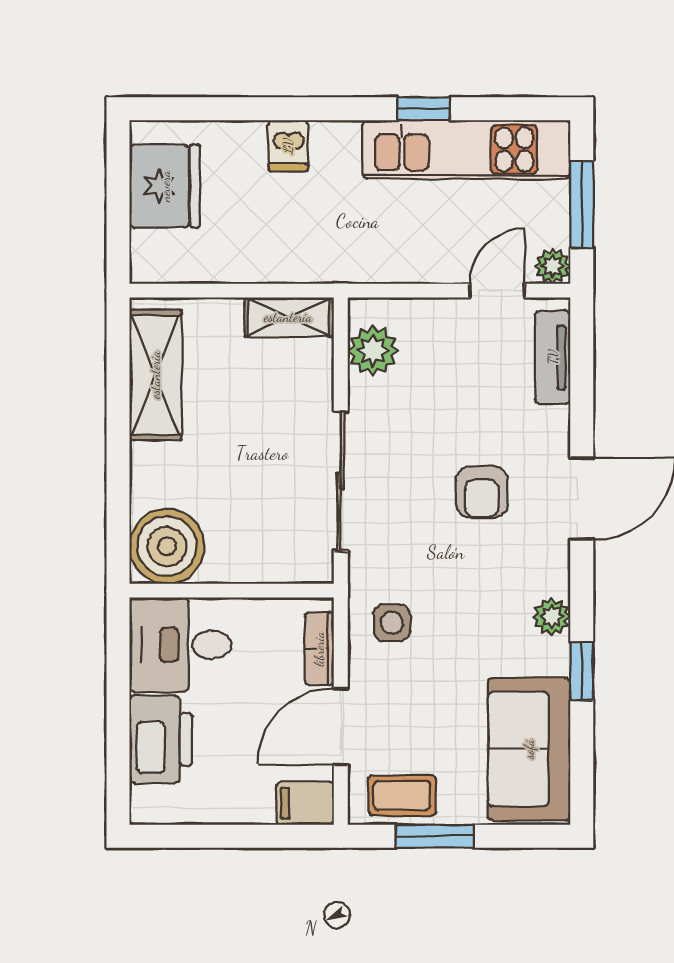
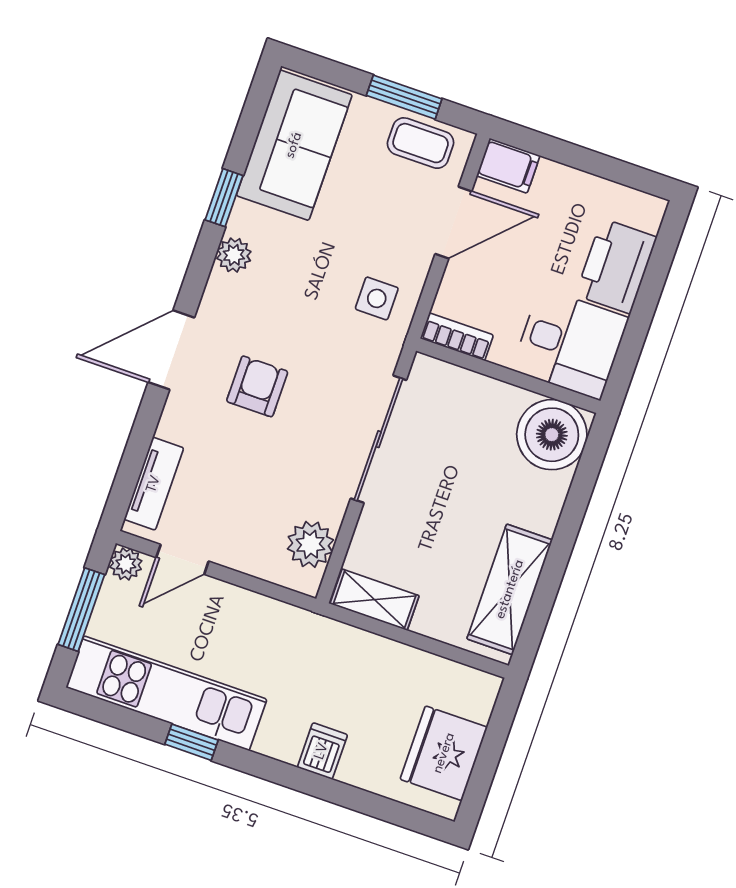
bookcase: (319, 649) -> (457, 337), moved, turned -90

